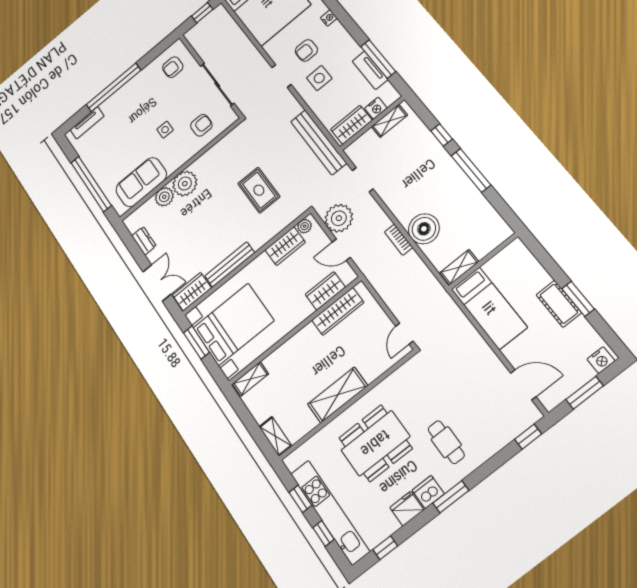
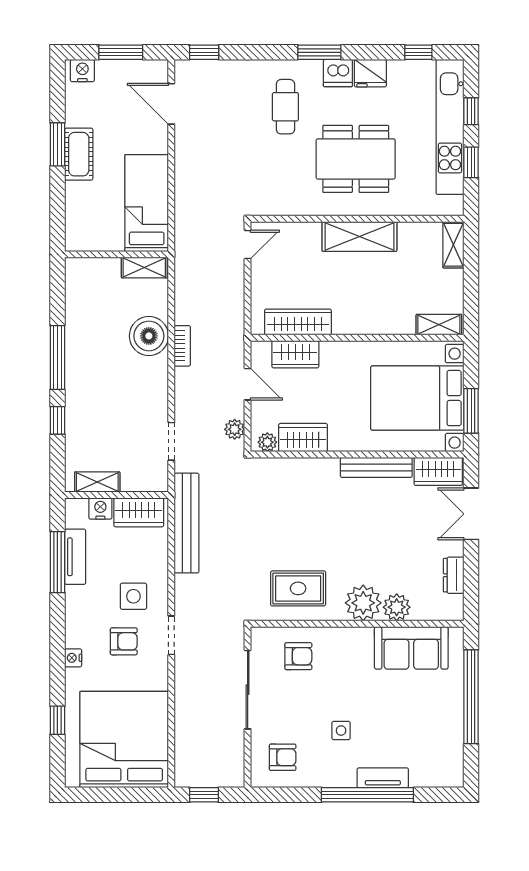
tv unit: (87, 123) -> (383, 778), moved
armchair: (201, 125) -> (298, 656), turned 180
side table: (165, 130) -> (341, 731), moved
rug: (259, 190) -> (298, 588), moved, turned 90
plant: (339, 218) -> (235, 429), width x0.53, depth x0.53

